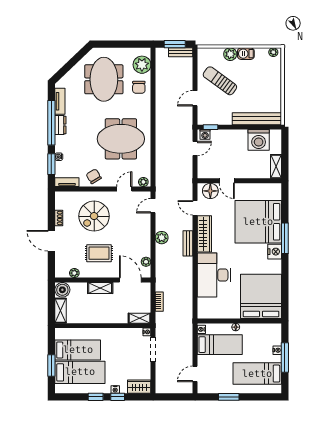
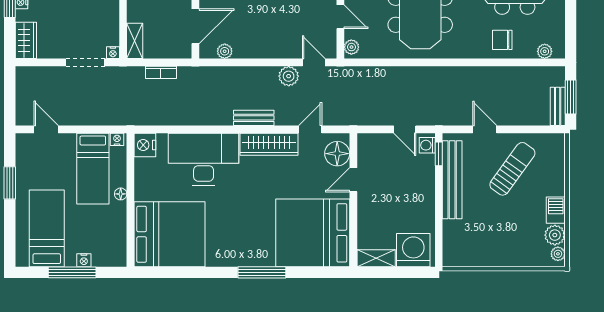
plant: (230, 54) -> (555, 235), moved
plant: (142, 65) -> (545, 51), width x0.53, depth x0.53
bench: (257, 119) -> (452, 180), moved
washing machine: (259, 140) -> (413, 250), moved, turned 90
bed: (258, 222) -> (313, 233), moved, turned -90
plant: (162, 238) -> (289, 76), moved
nightstand: (275, 252) -> (145, 145), moved, turned 90

